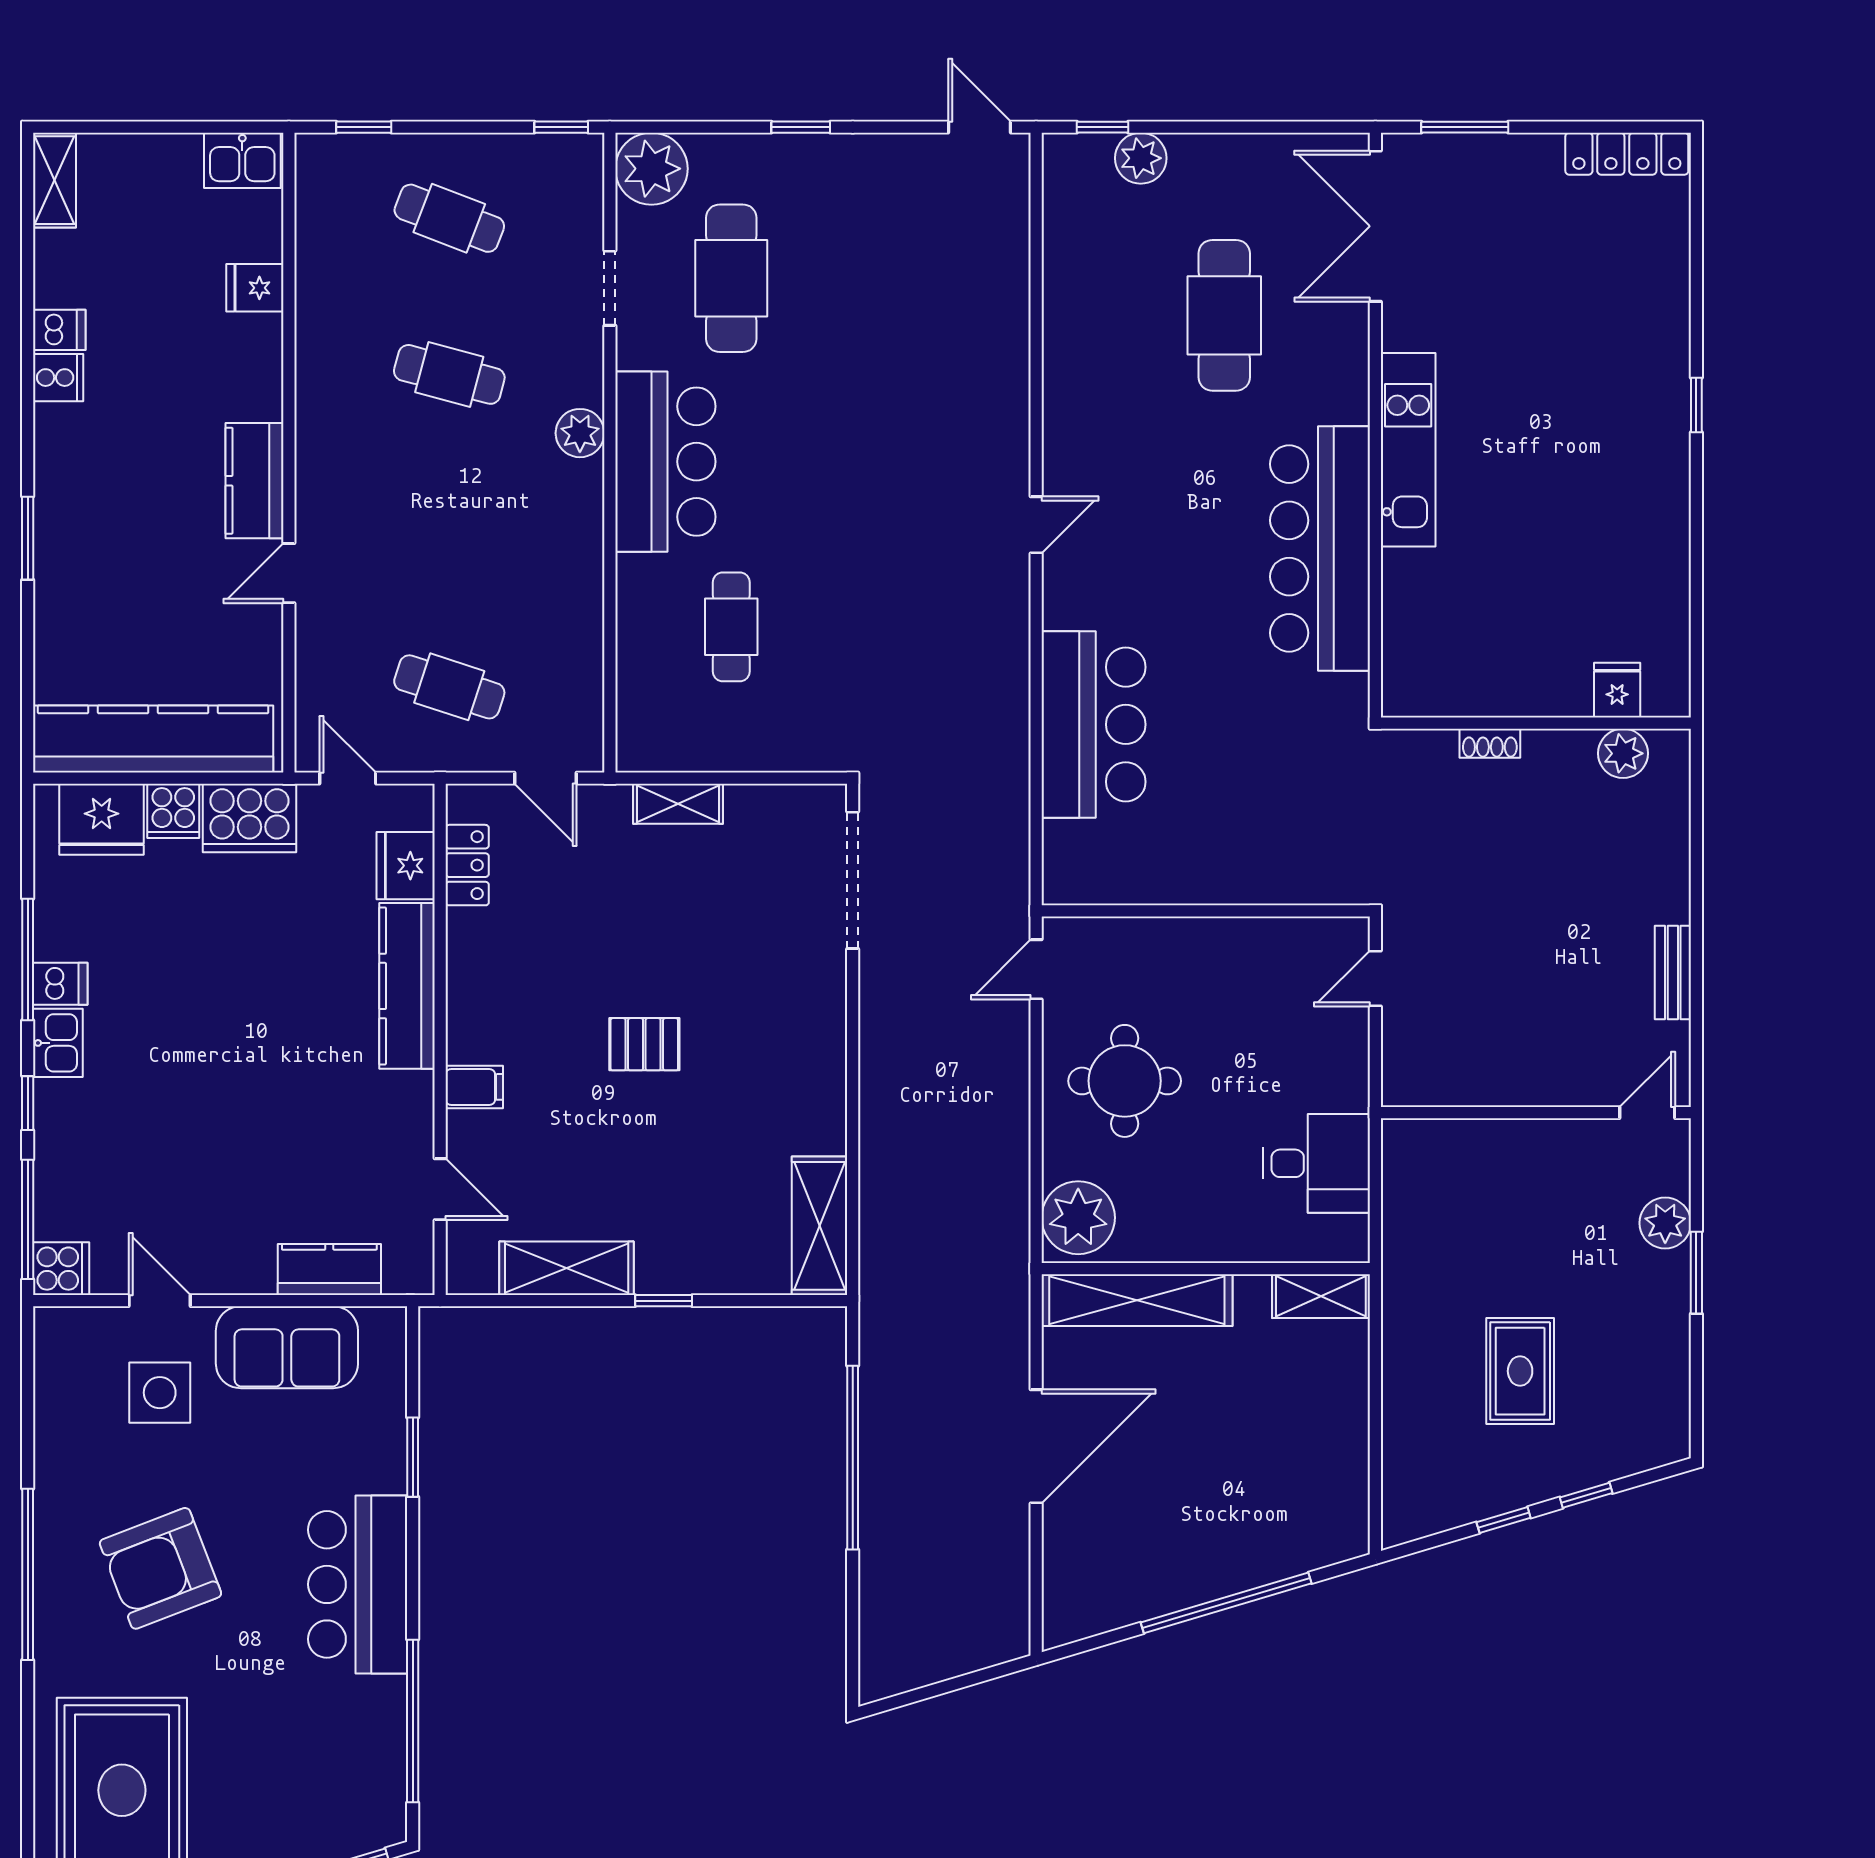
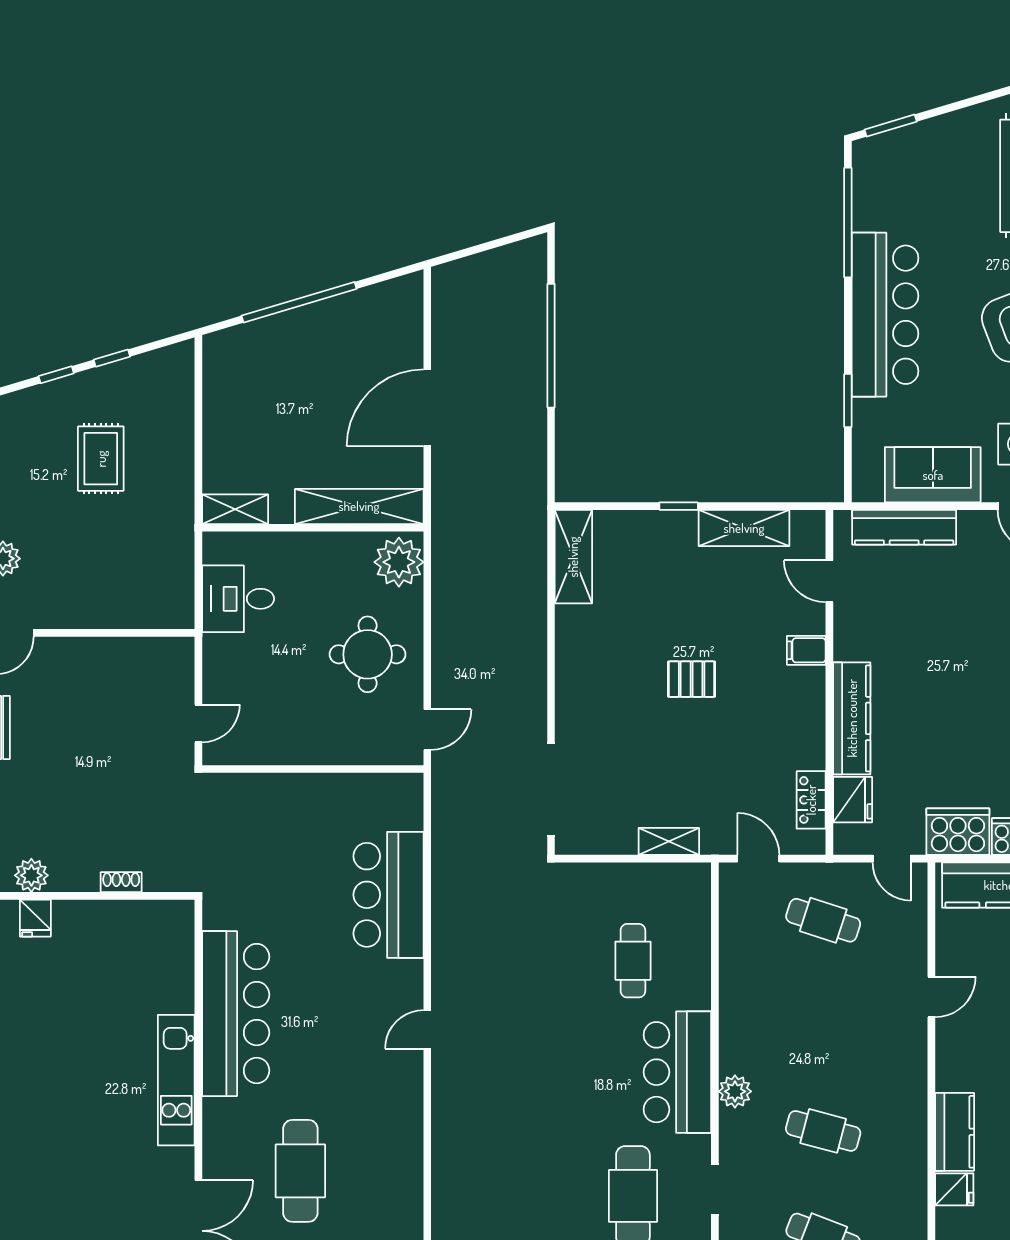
kitchen counter: (254, 481) -> (955, 1132), moved
kitchen counter: (329, 1269) -> (904, 527), width x1.50
window: (853, 1458) -> (551, 346), moved
bar counter: (358, 1584) -> (885, 315), width x1.36

